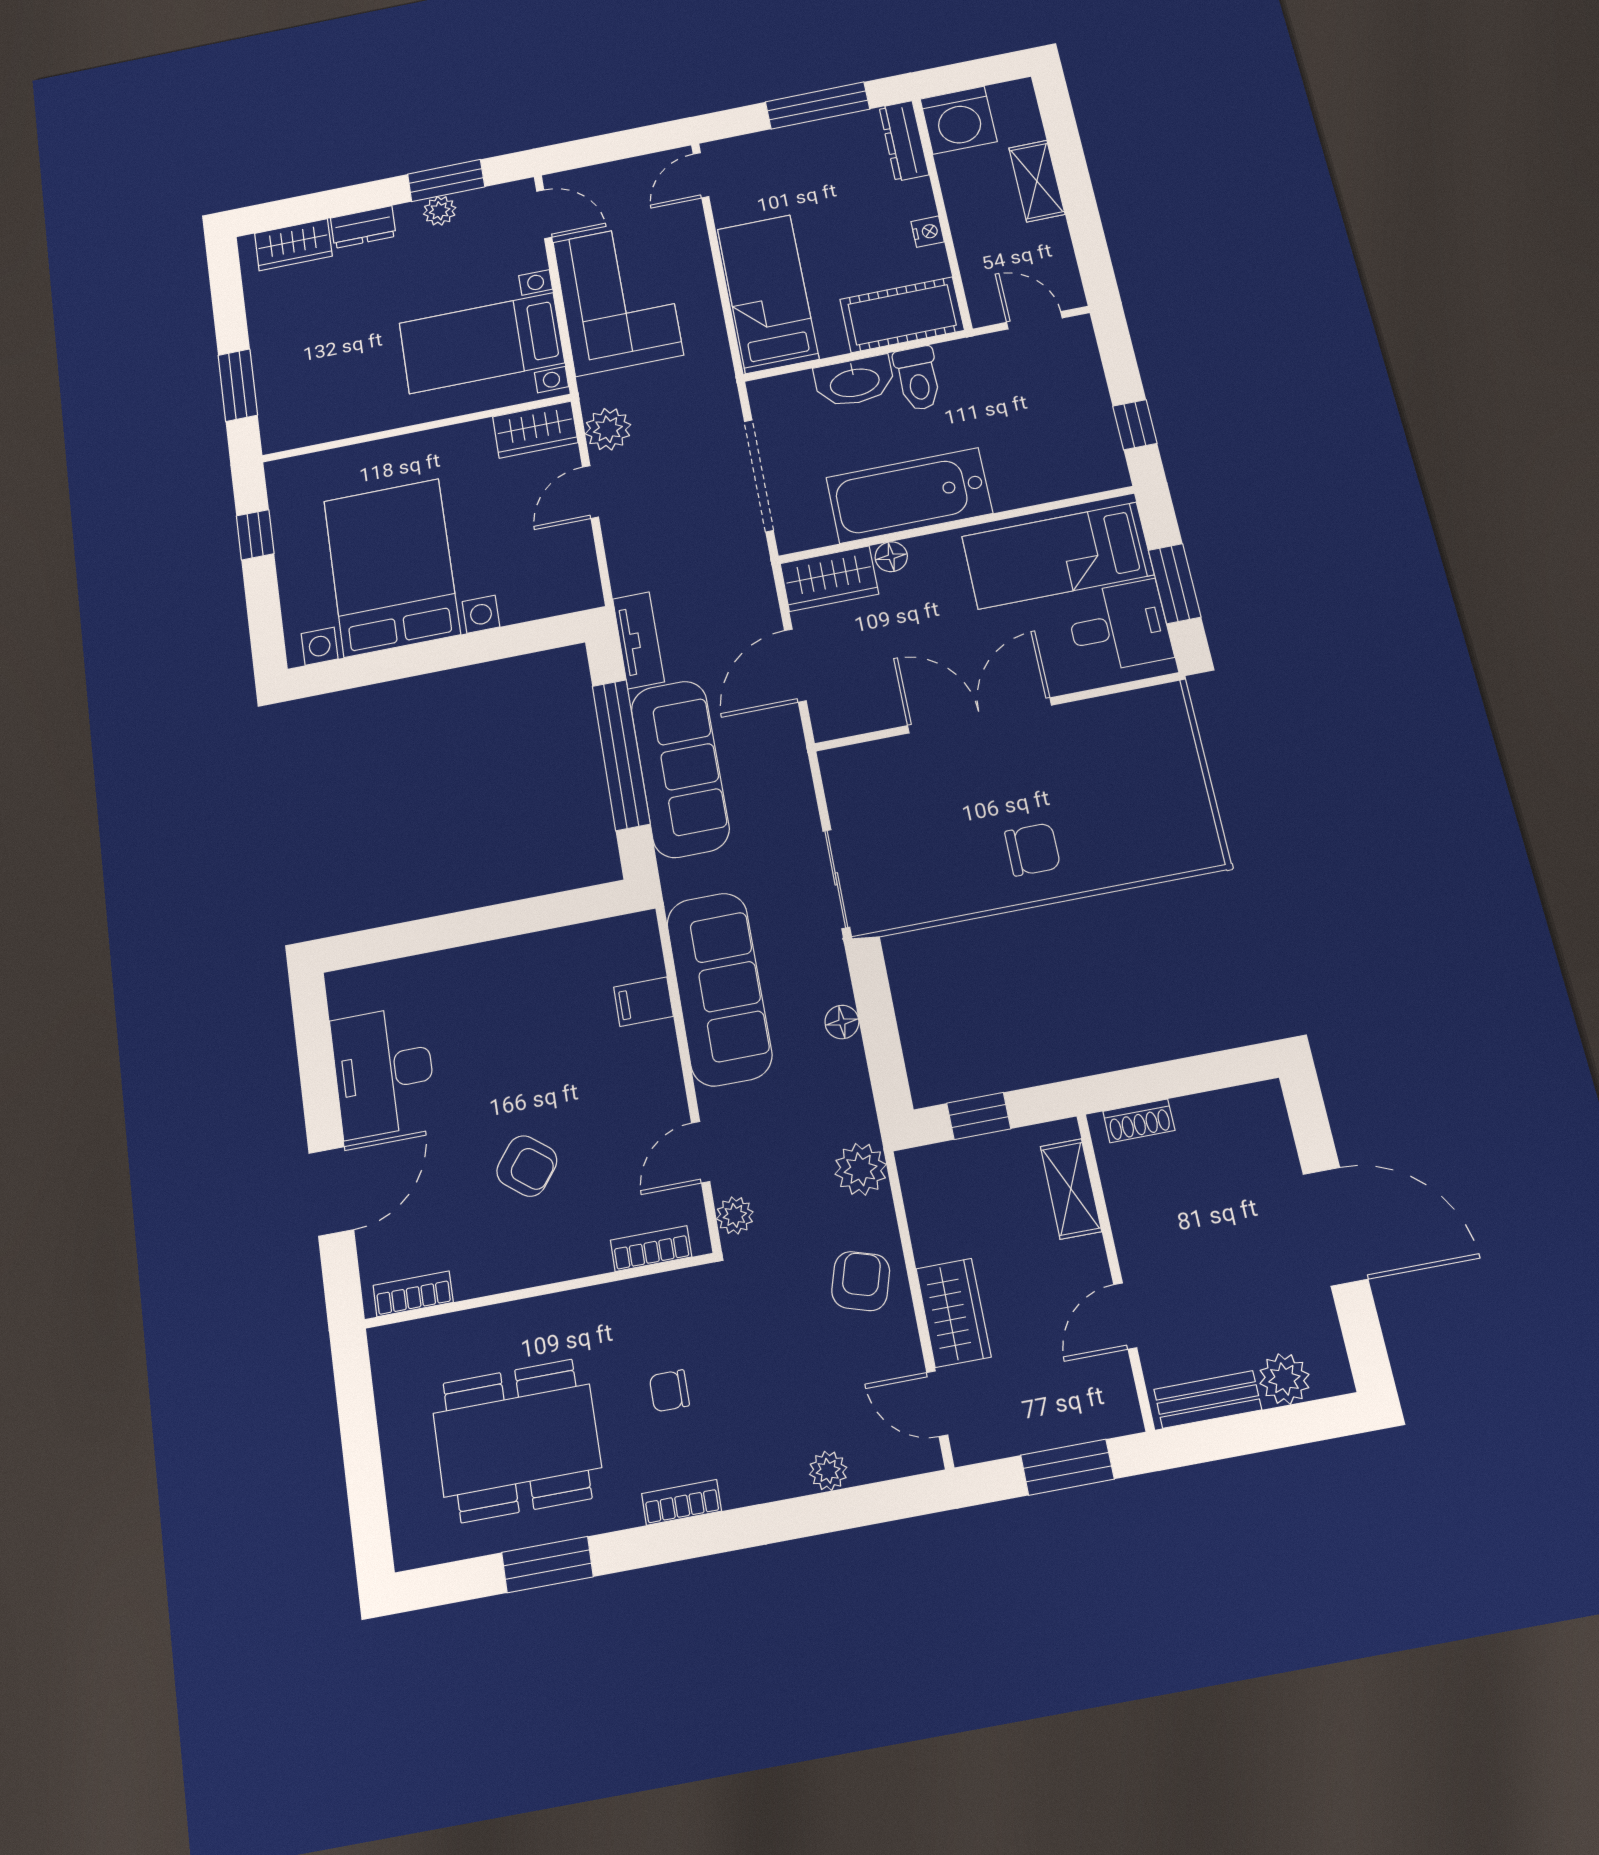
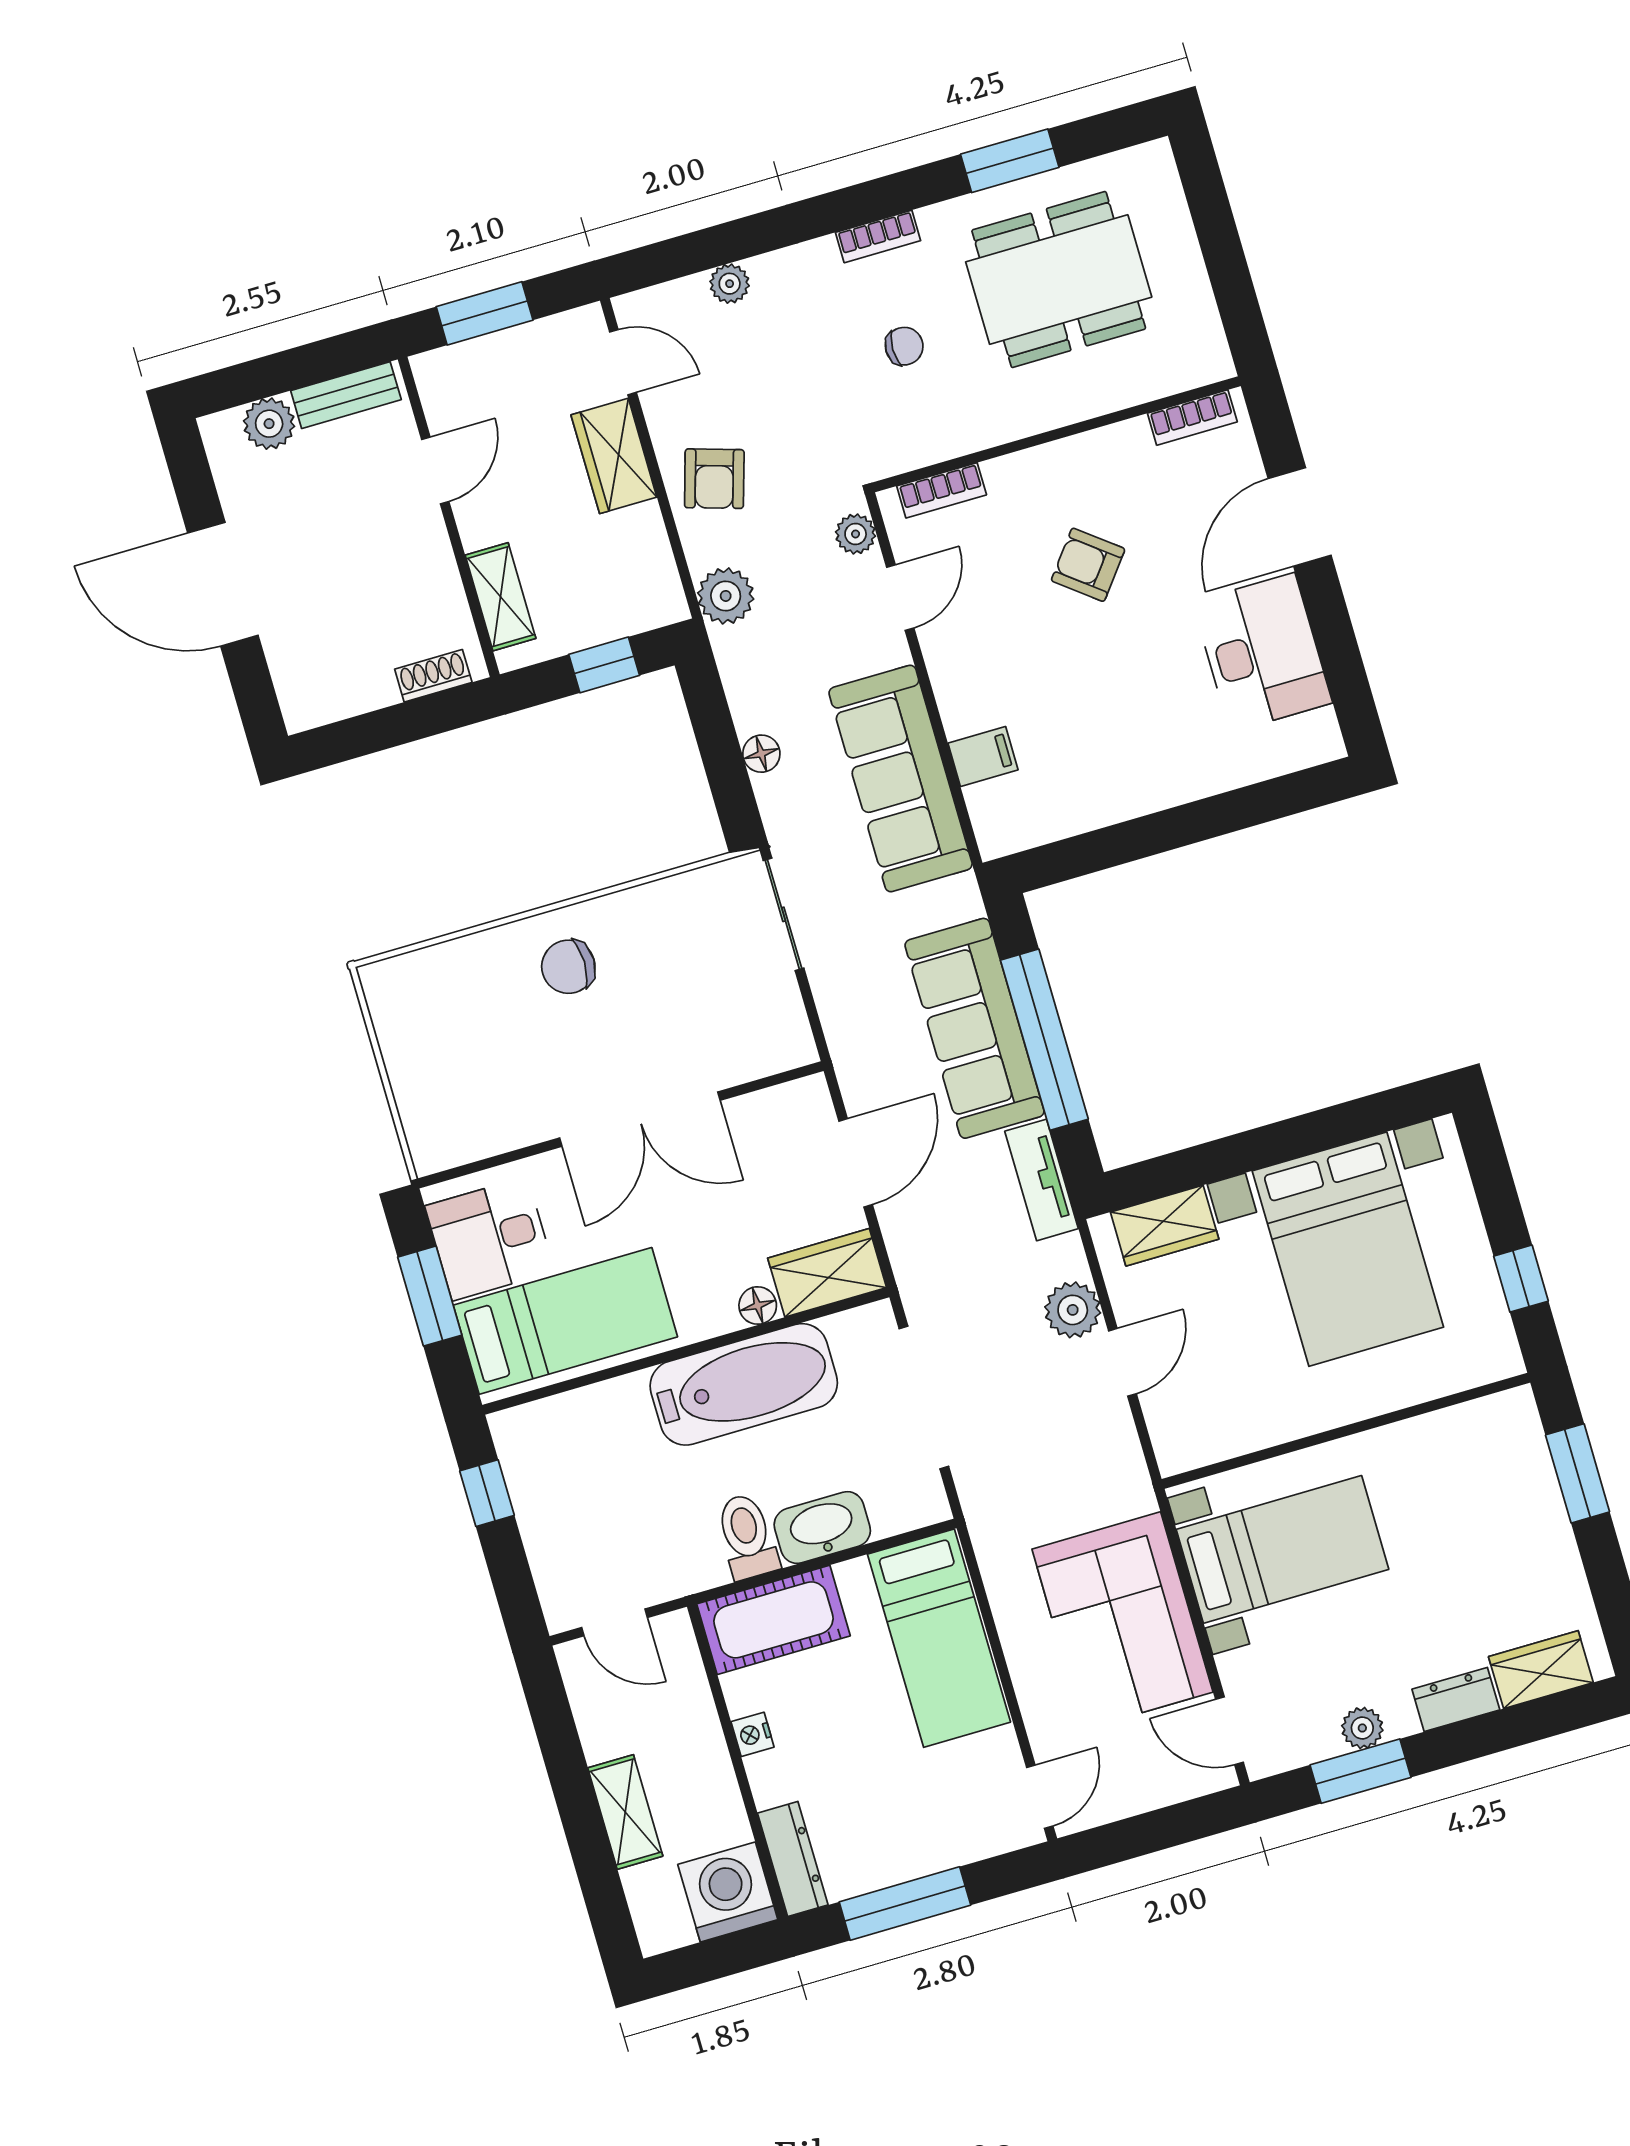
plant: (608, 429) -> (1073, 1310), moved
wardrobe: (535, 430) -> (1165, 1226), moved, turned 180

